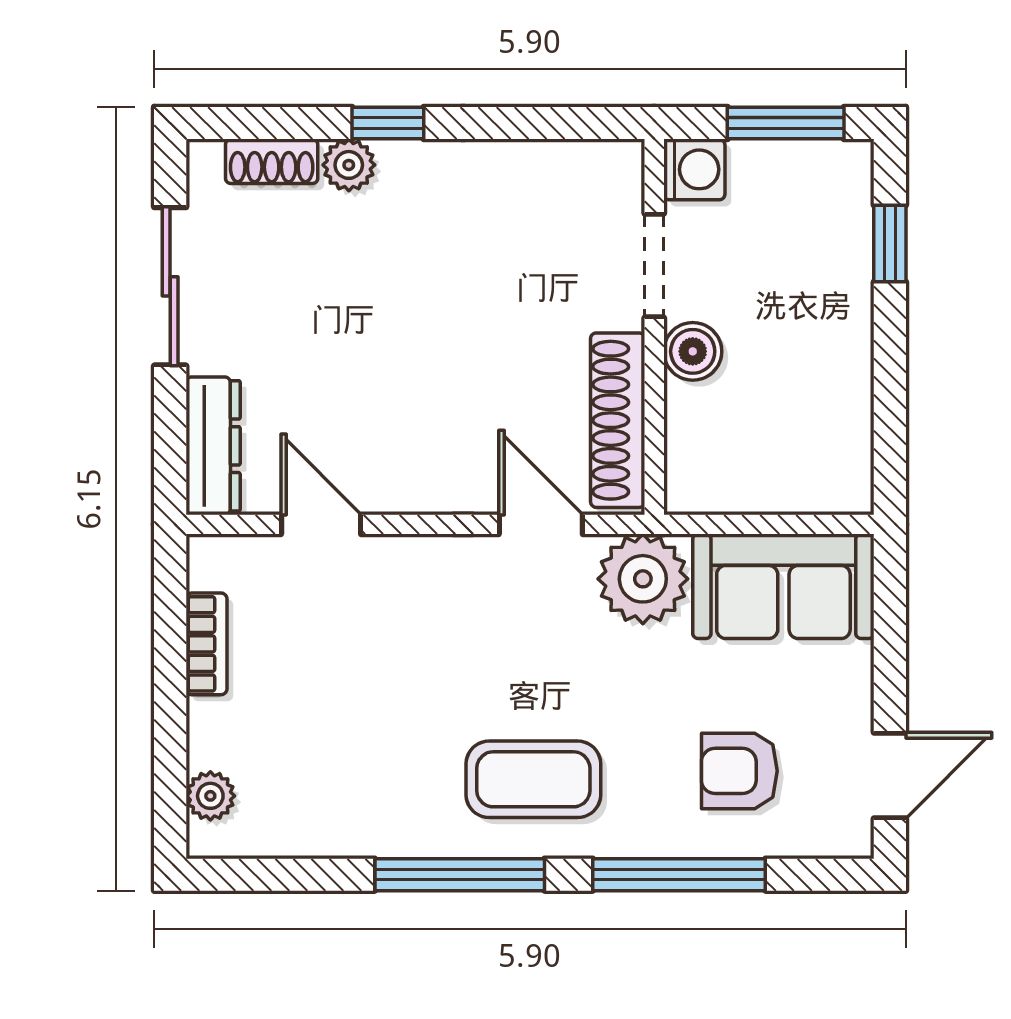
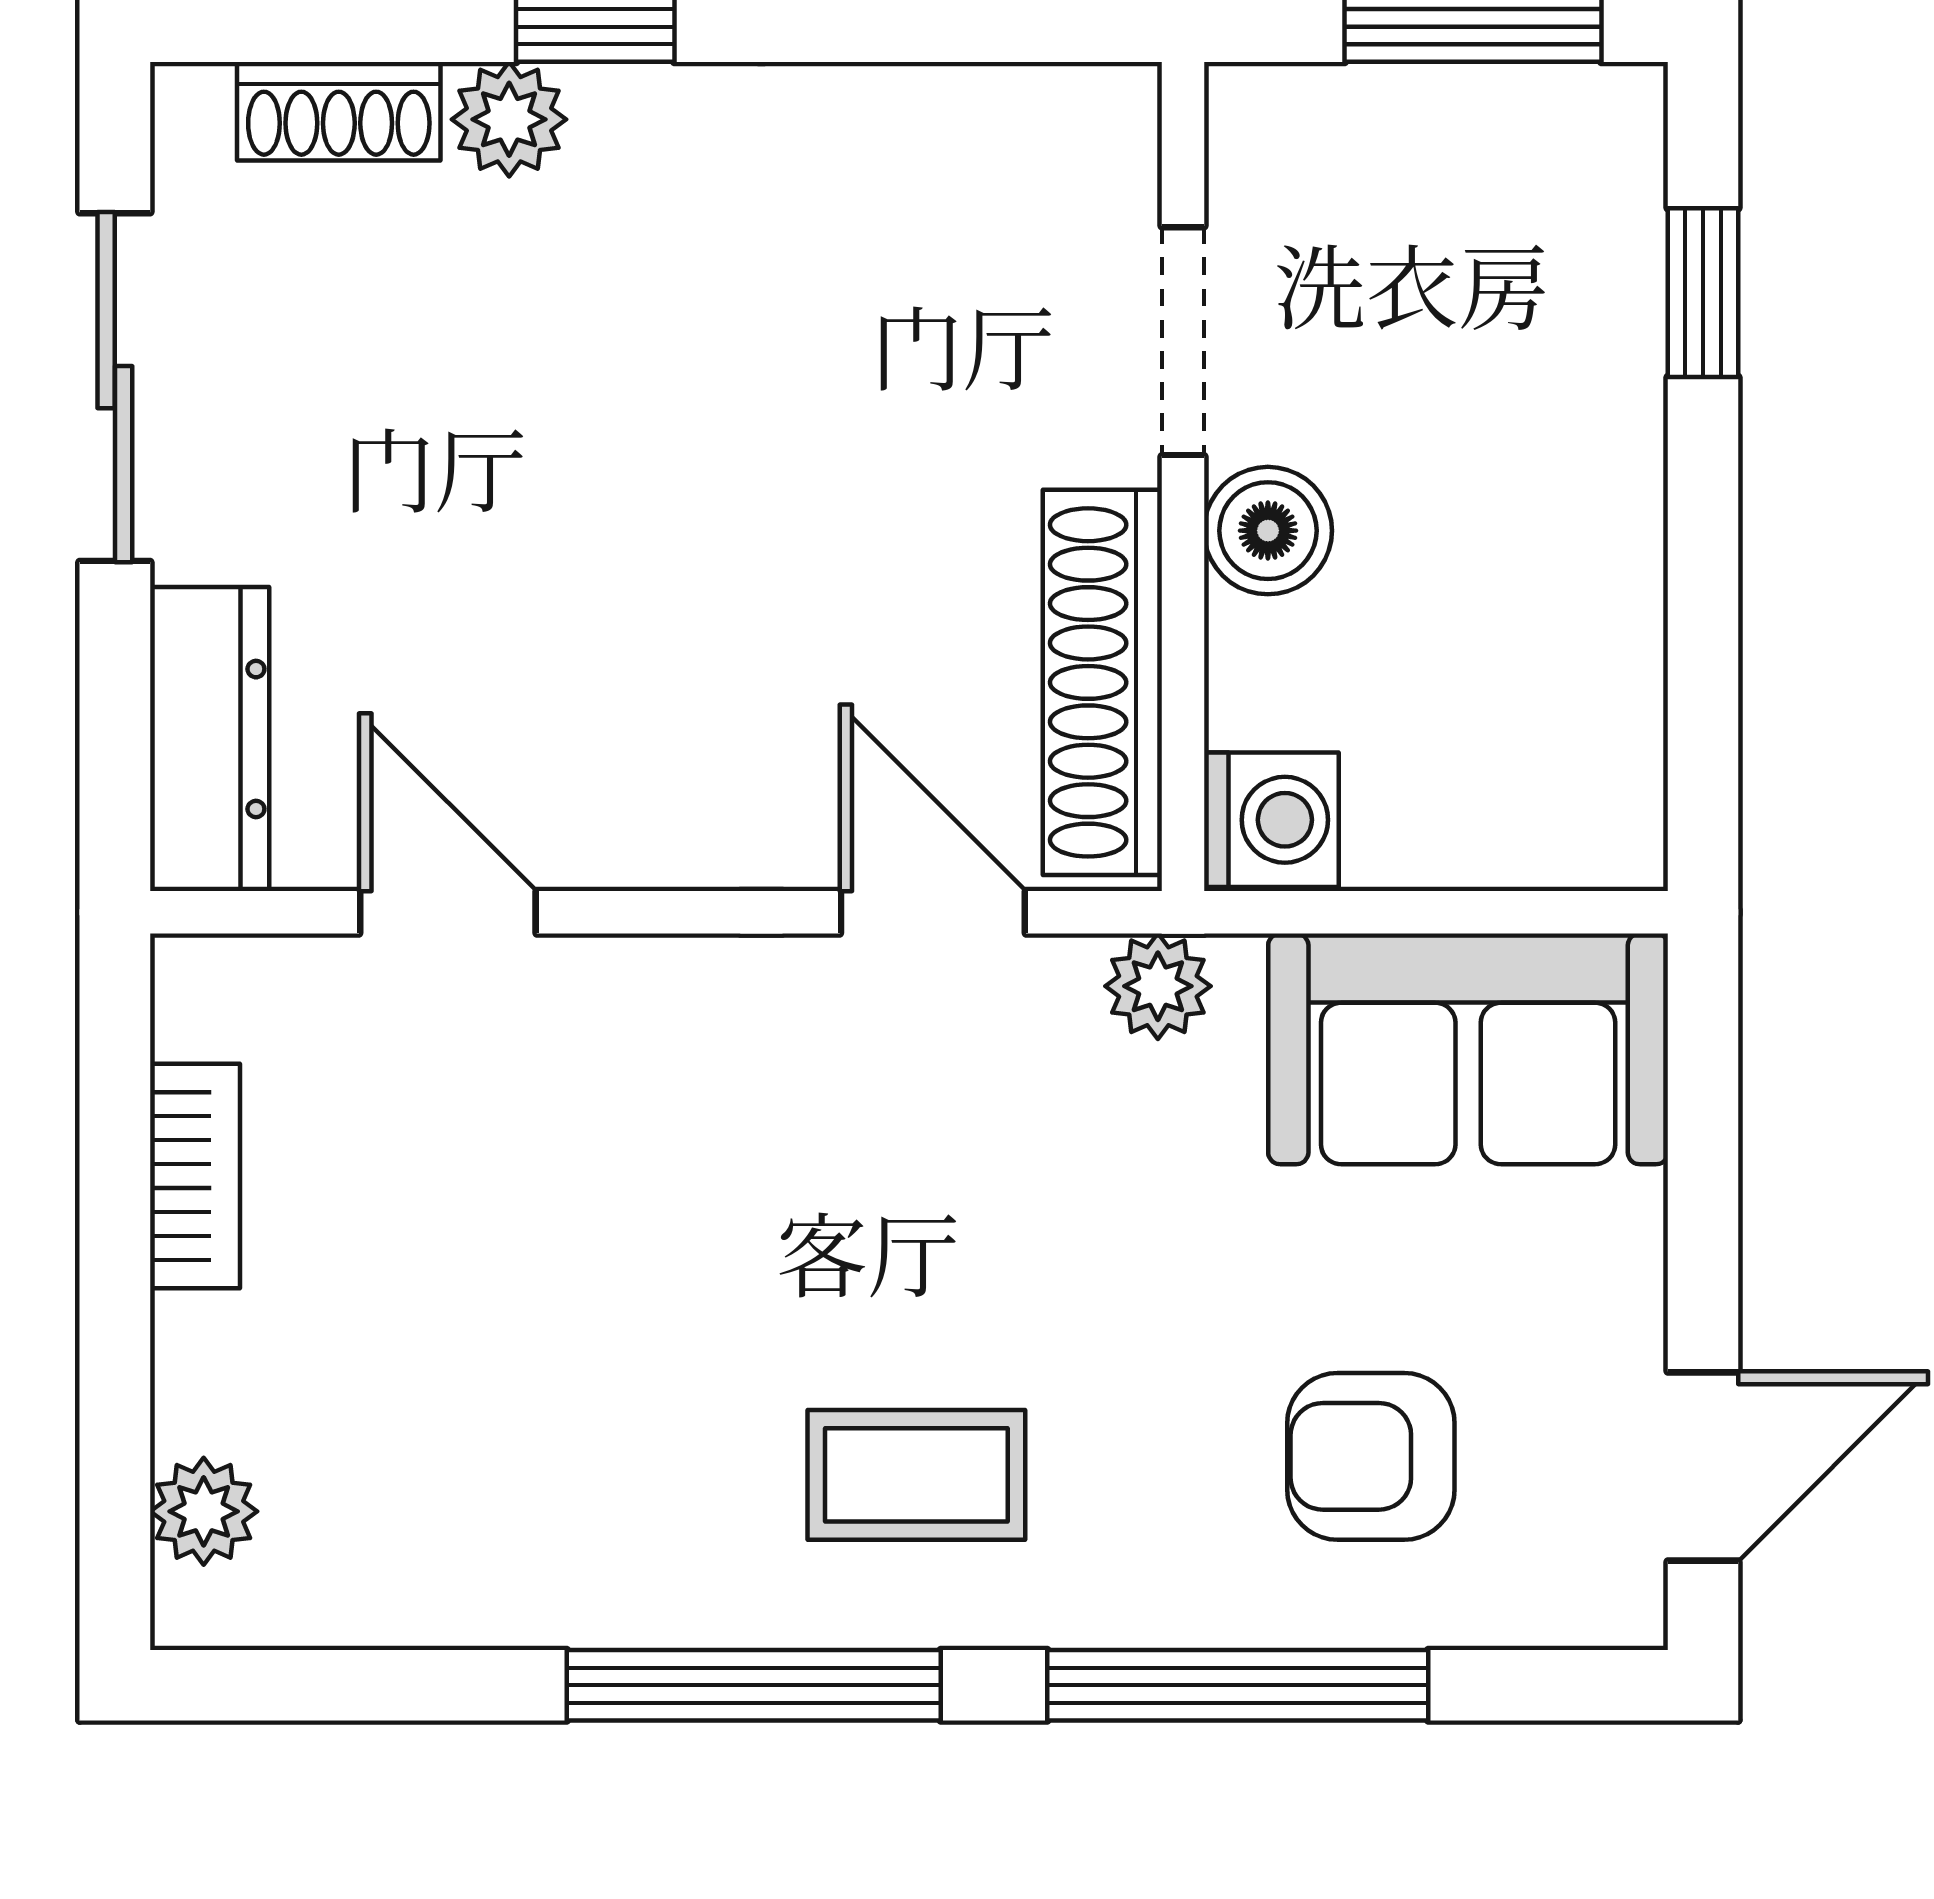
washing machine: (694, 169) -> (1271, 820), moved
plant: (643, 579) -> (1158, 986), width x0.53, depth x0.53
coffee table: (533, 779) -> (916, 1475), width x0.73, depth x0.77

